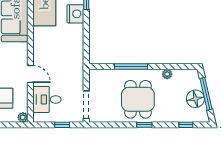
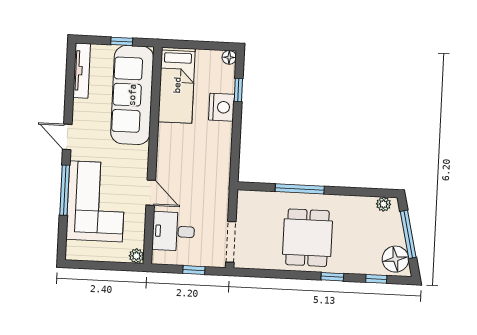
plant: (167, 74) -> (384, 204), moved
floor lamp: (195, 99) -> (395, 259), moved
window: (144, 125) -> (332, 277), moved

